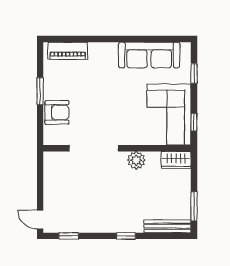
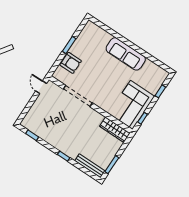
piano: (68, 51) -> (99, 33), removed
sofa: (149, 55) -> (126, 54), moved
plant: (136, 160) -> (97, 118), removed
wardrobe: (176, 160) -> (115, 130), width x1.50
door: (40, 220) -> (41, 87), moved

